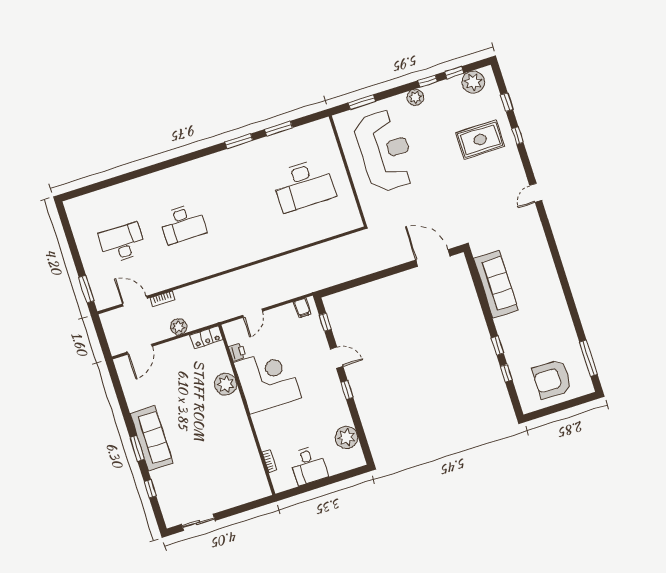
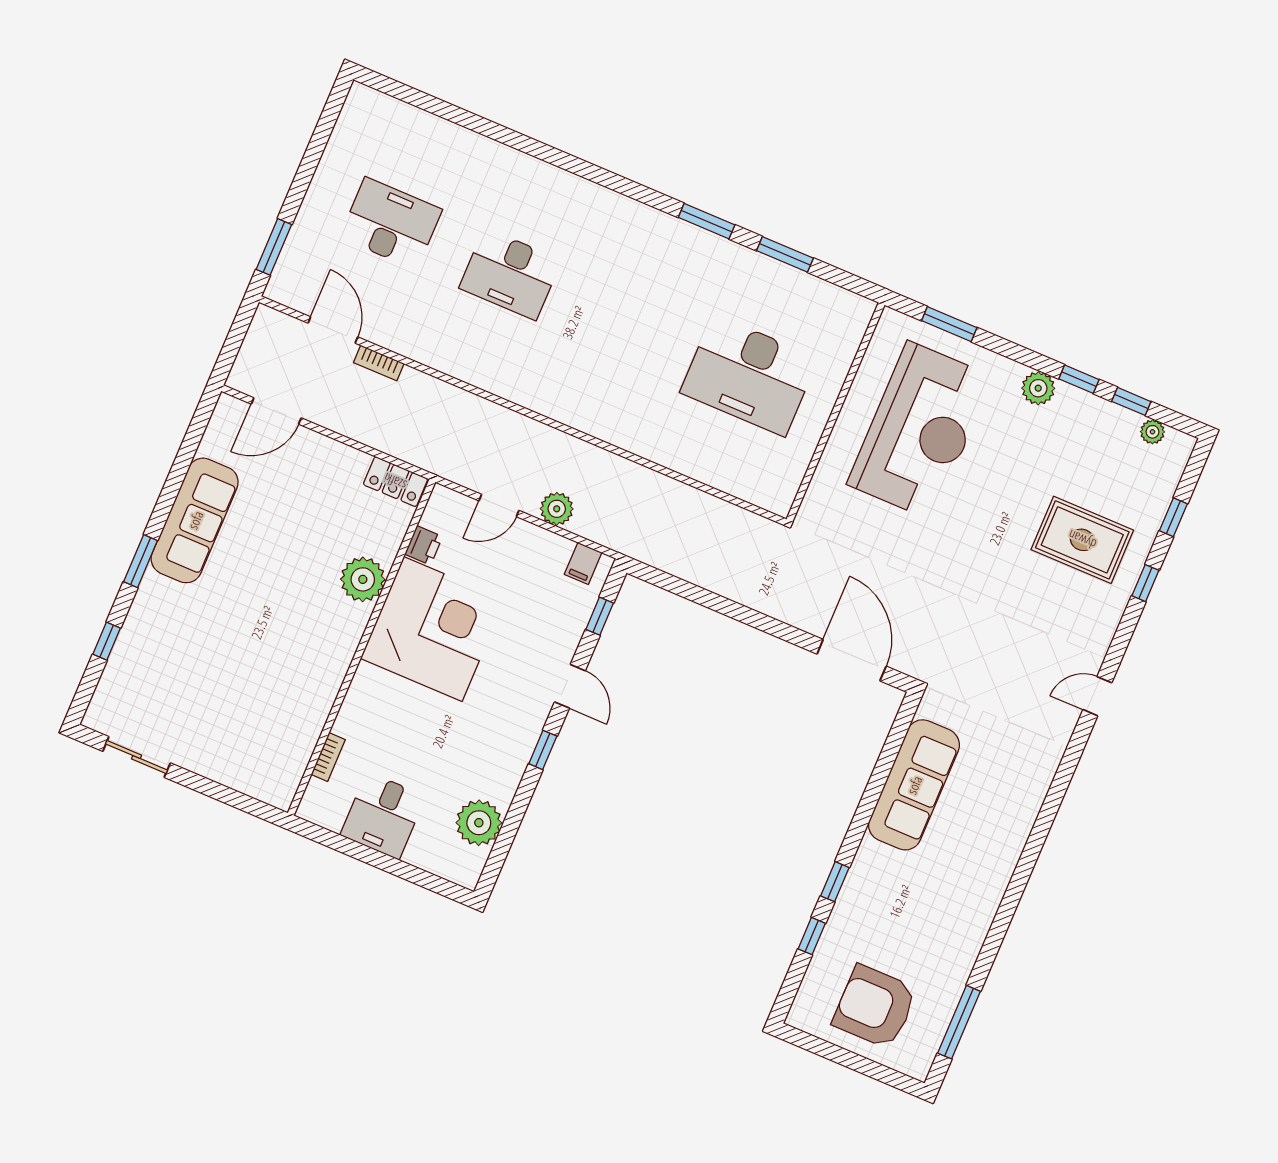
plant: (473, 82) -> (1152, 432), width x0.53, depth x0.53
plant: (179, 327) -> (557, 509), moved
sofa: (151, 438) -> (195, 520), moved

